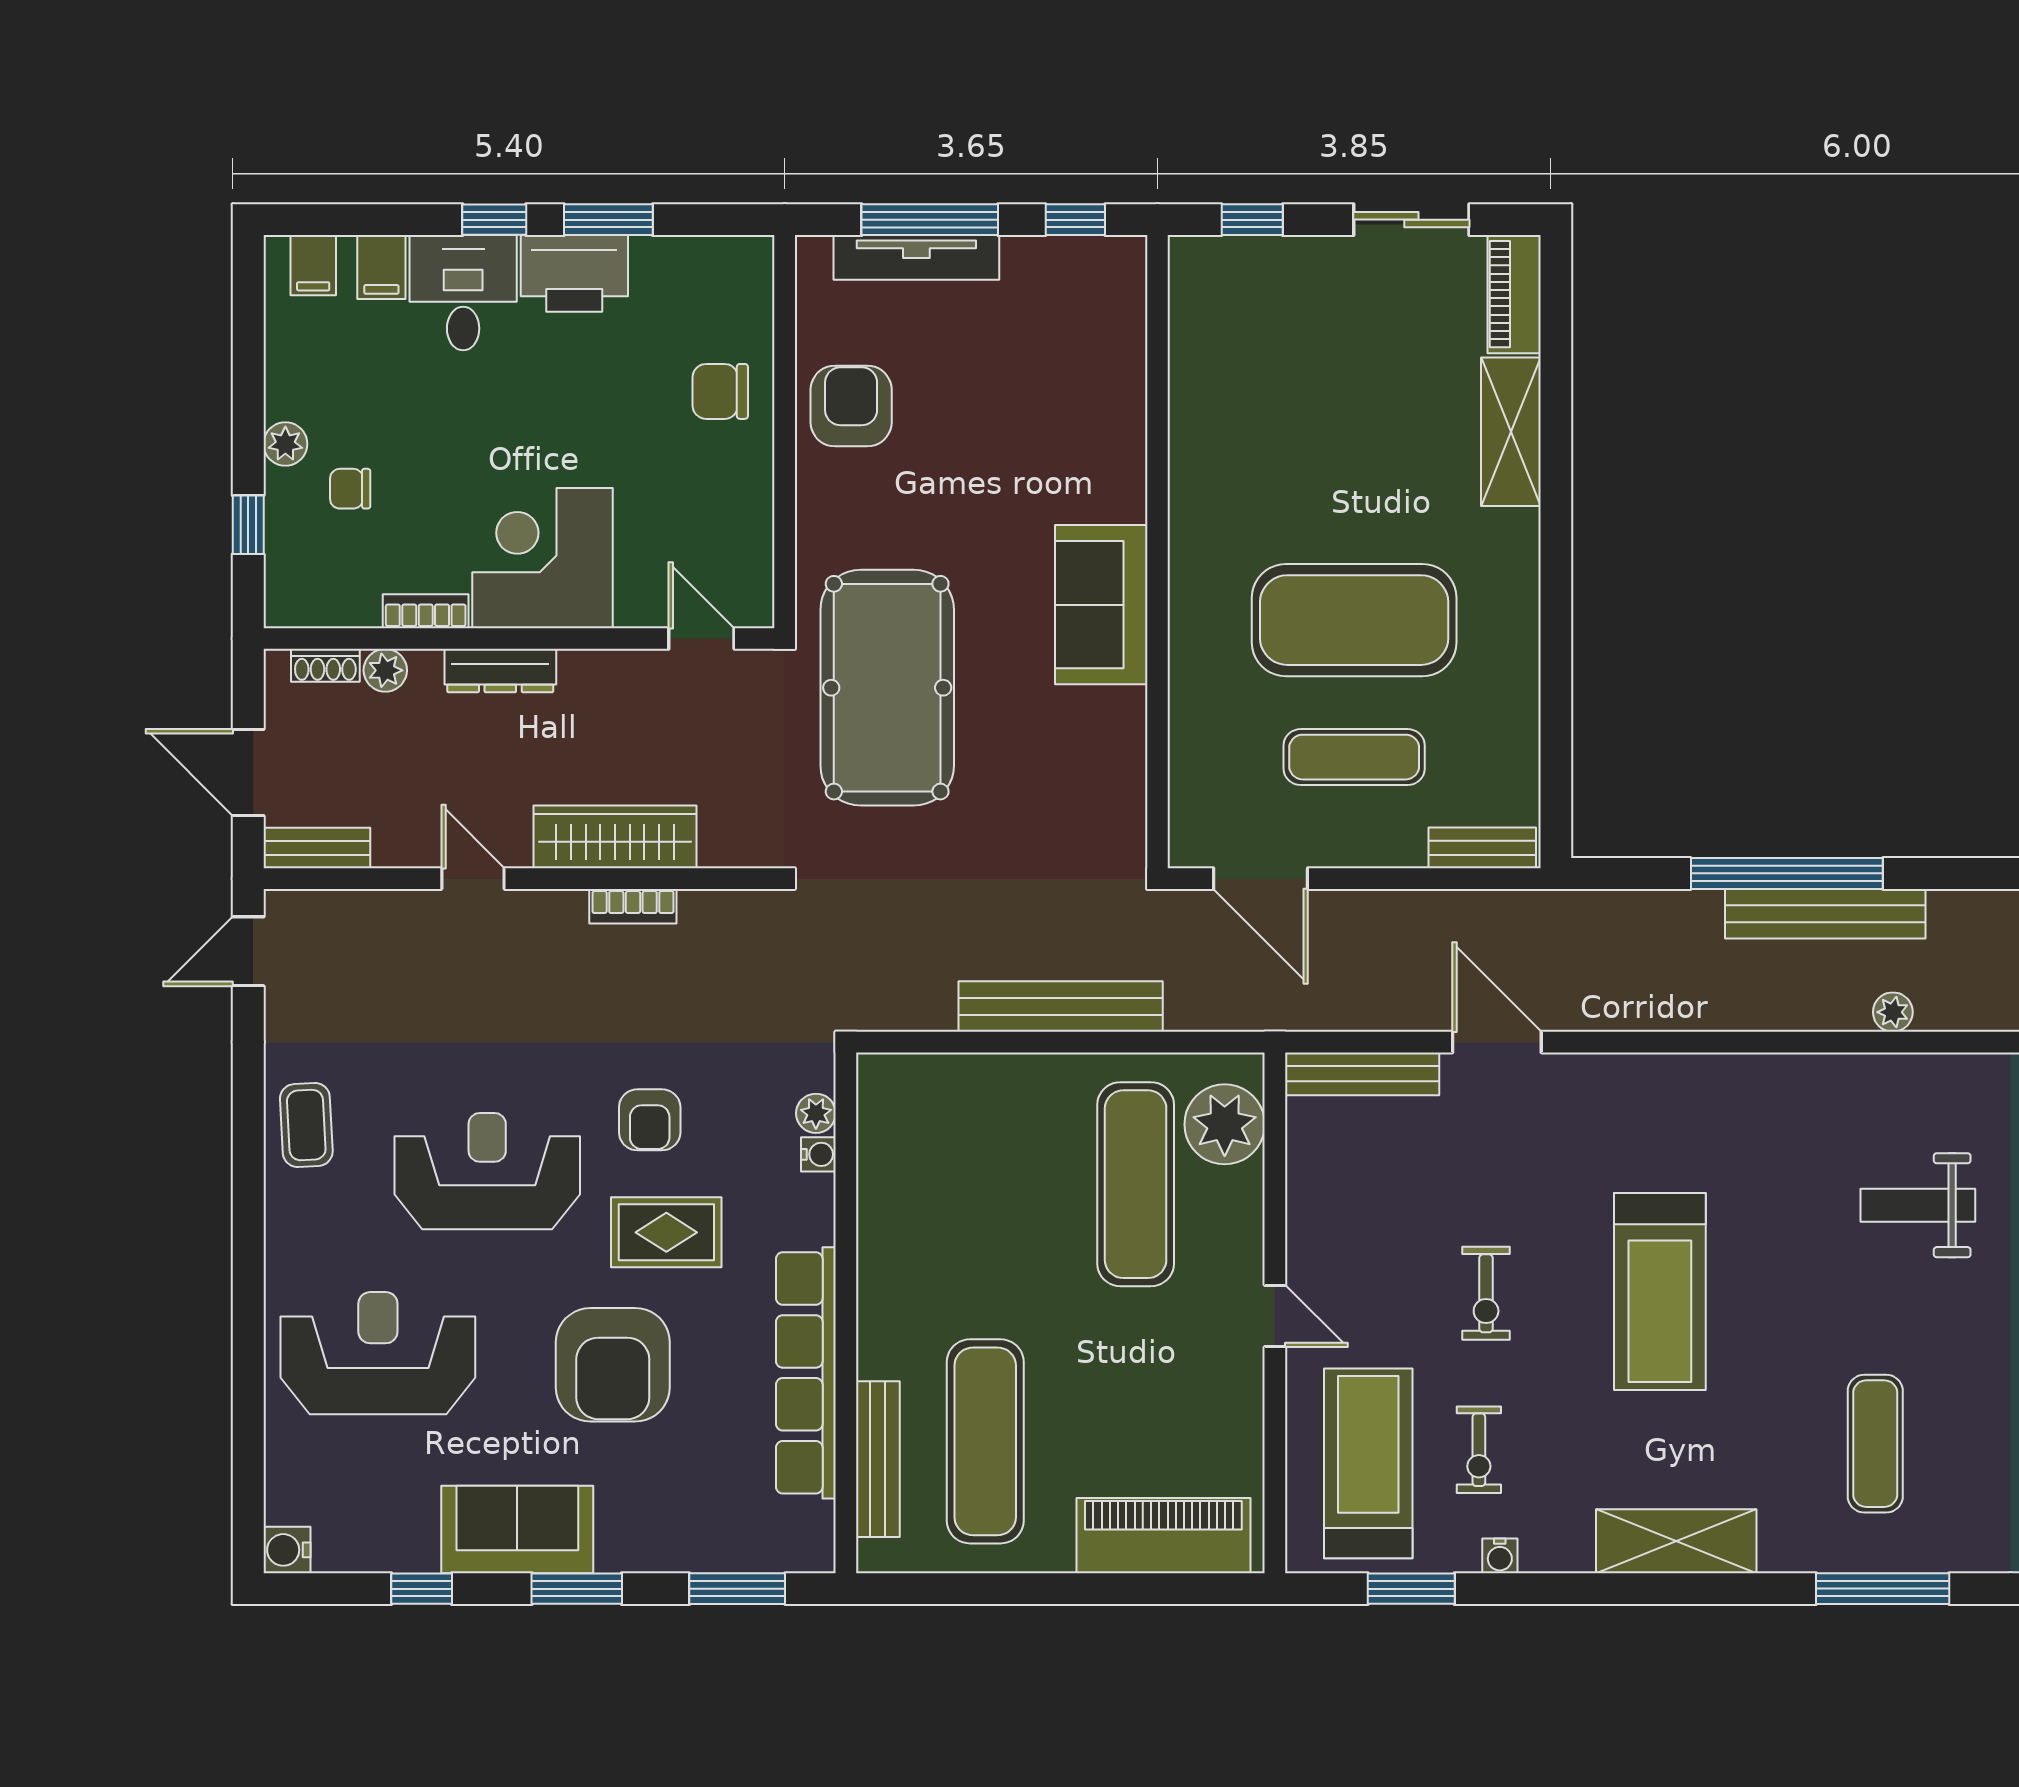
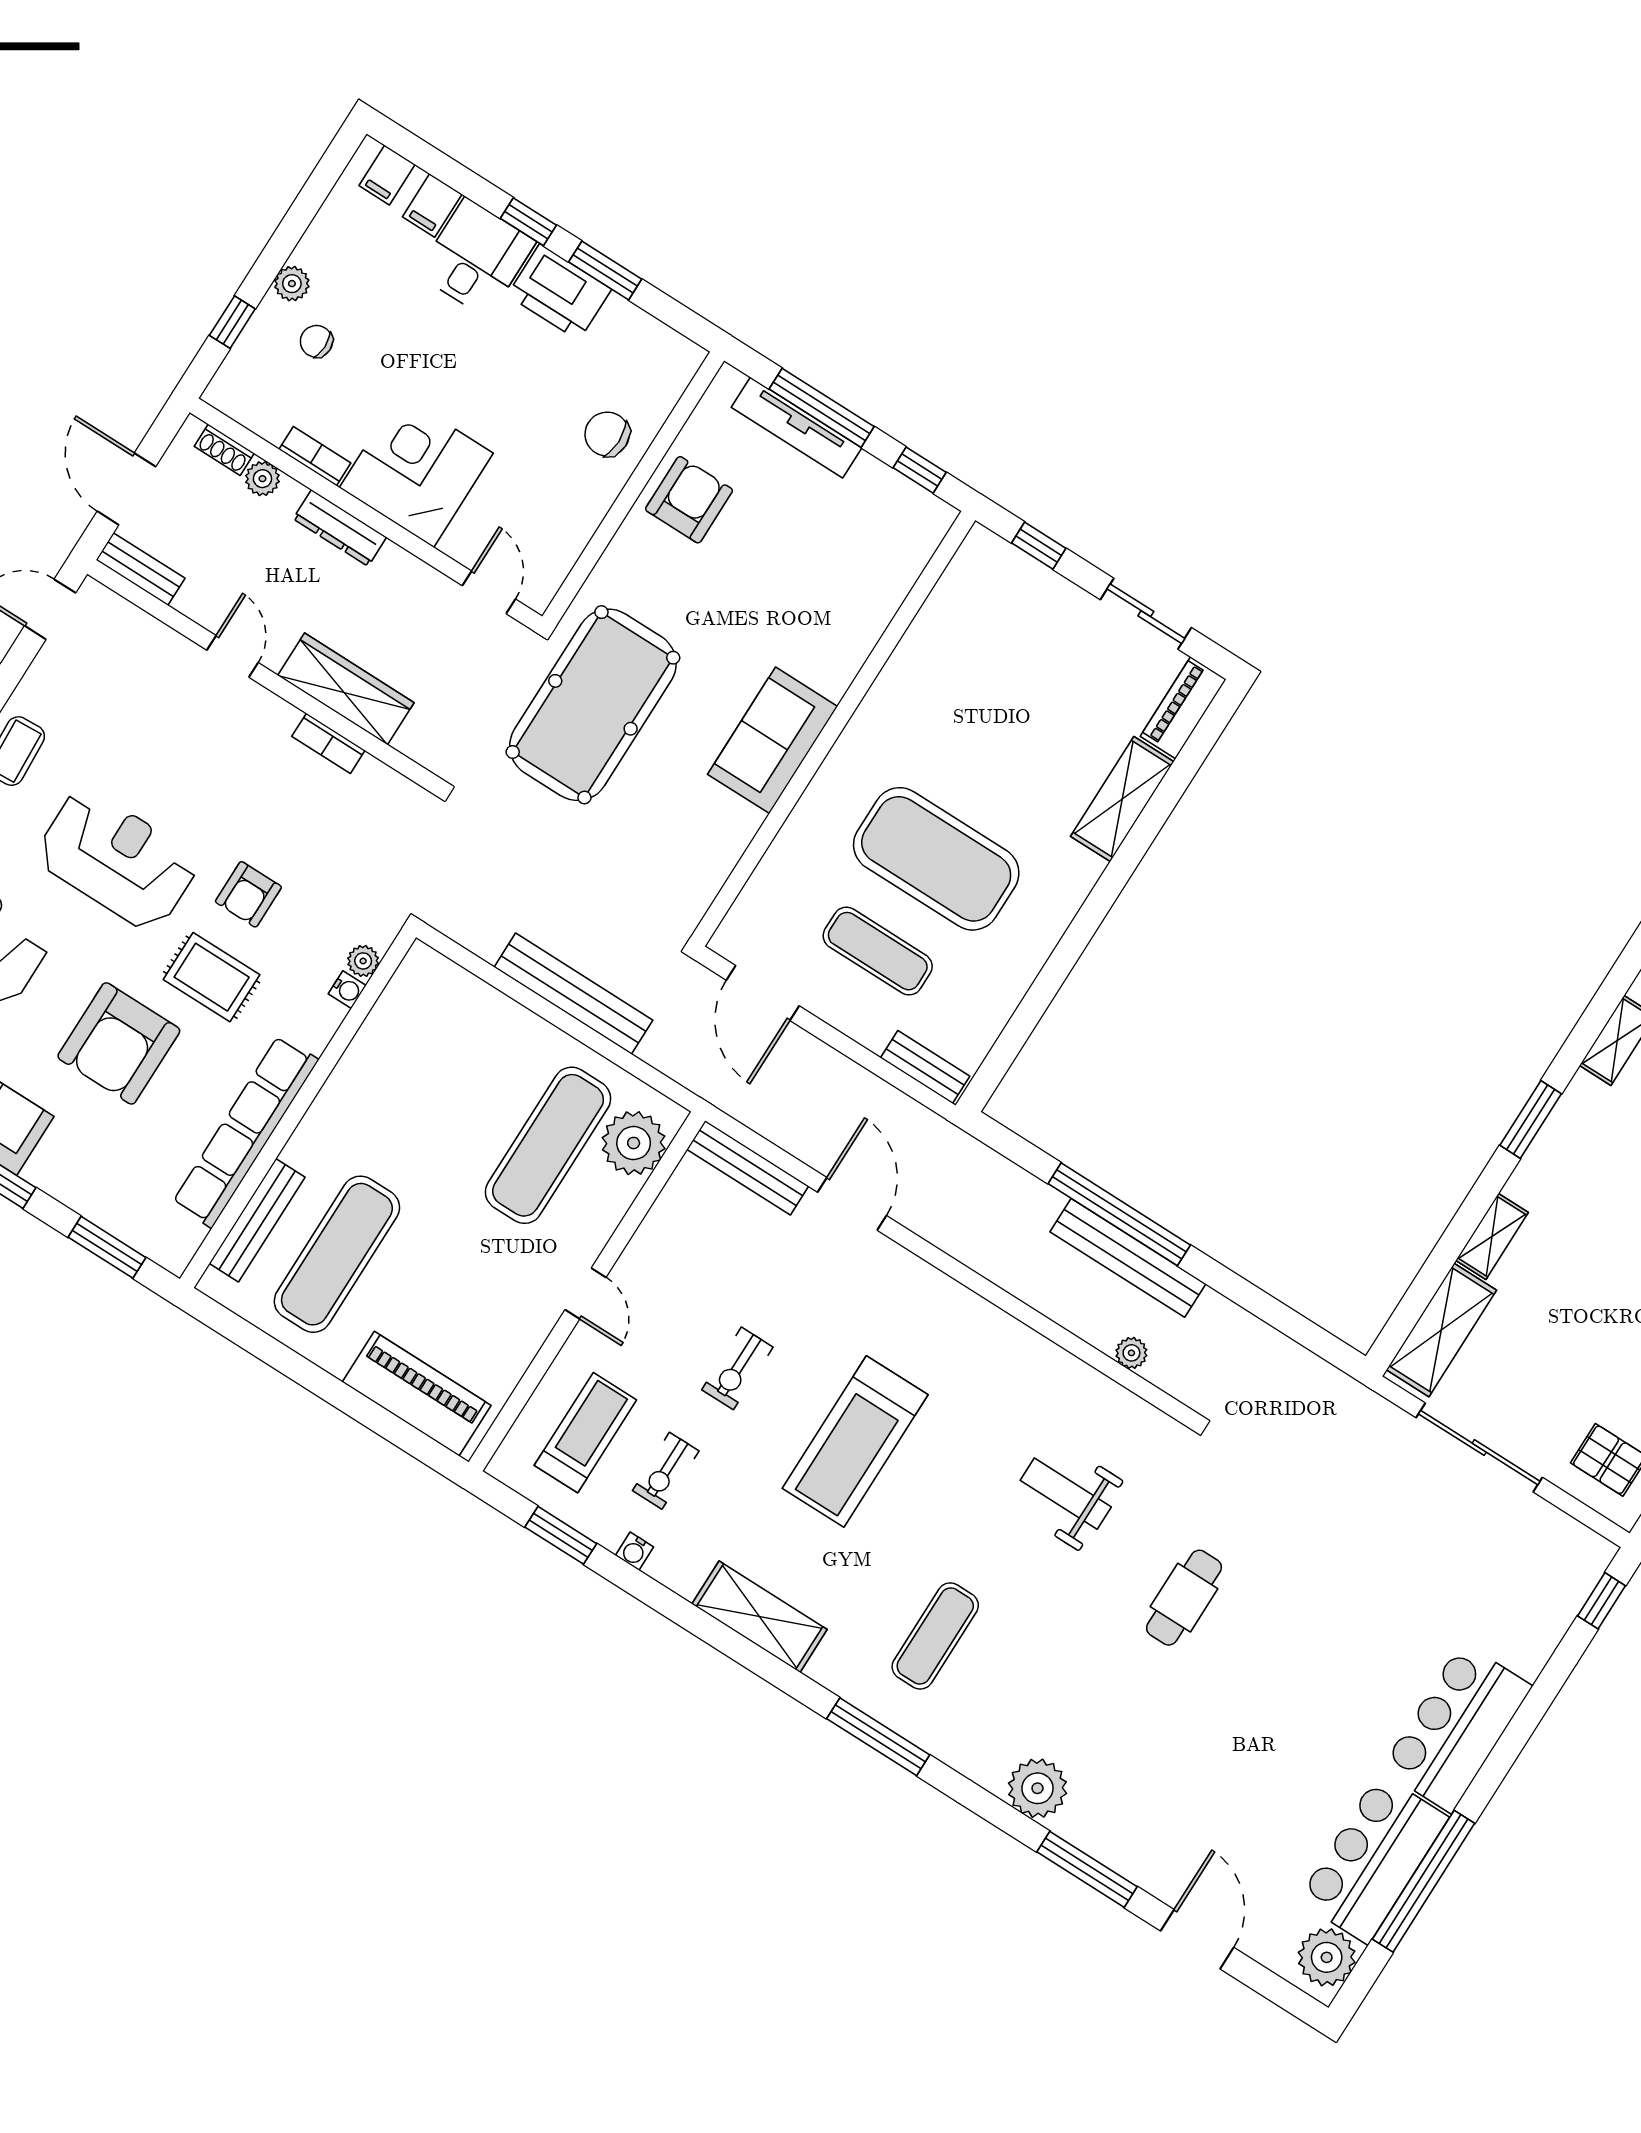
treadmill: (1368, 1463) -> (585, 1433), width x0.73, depth x0.73

